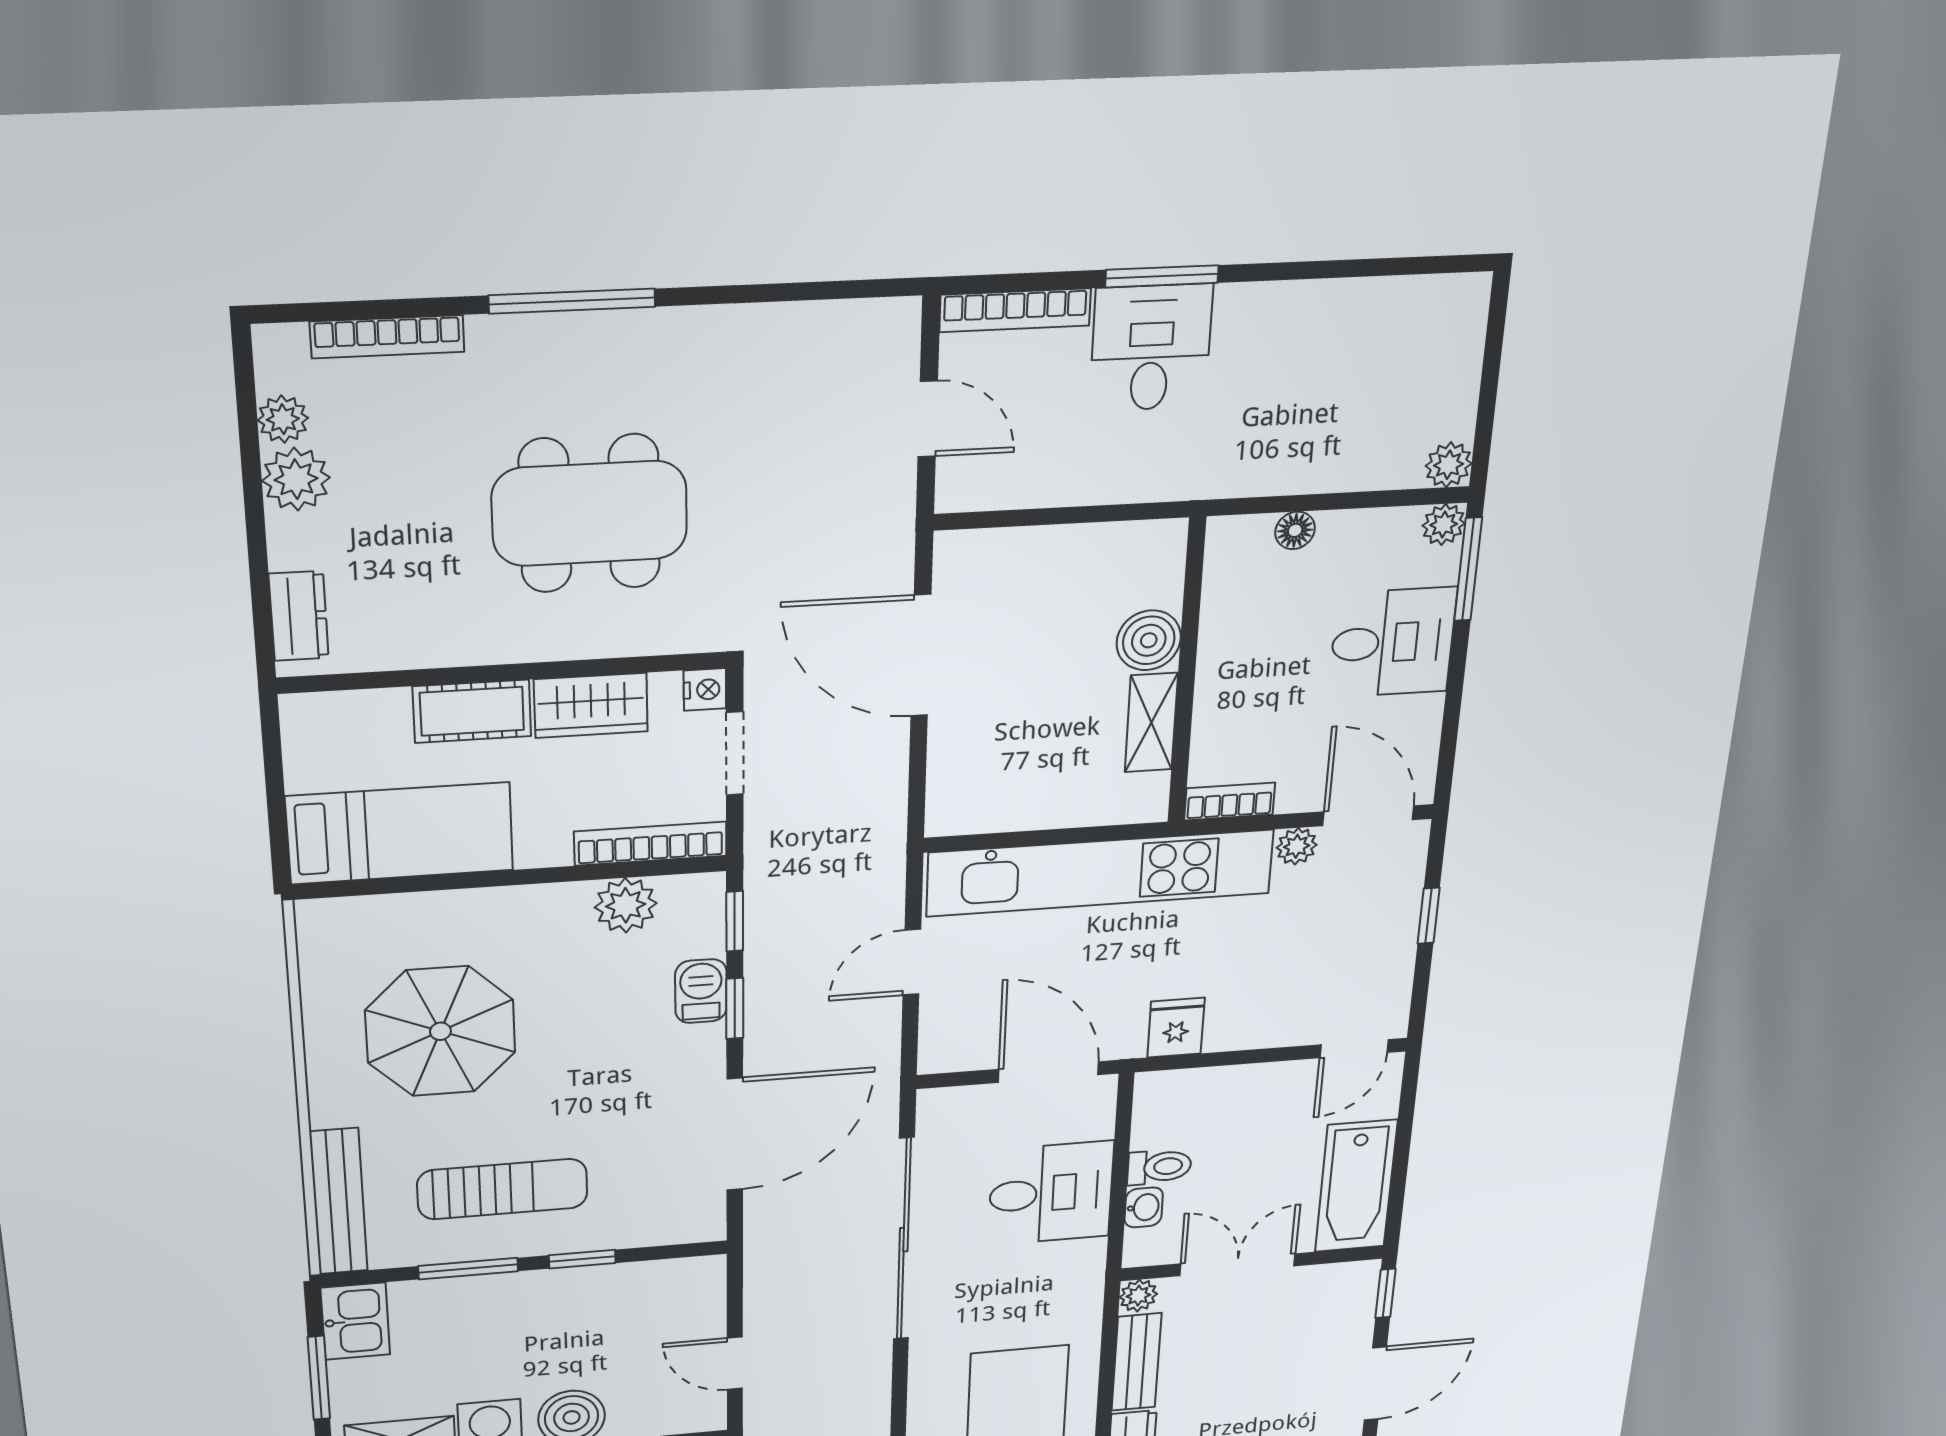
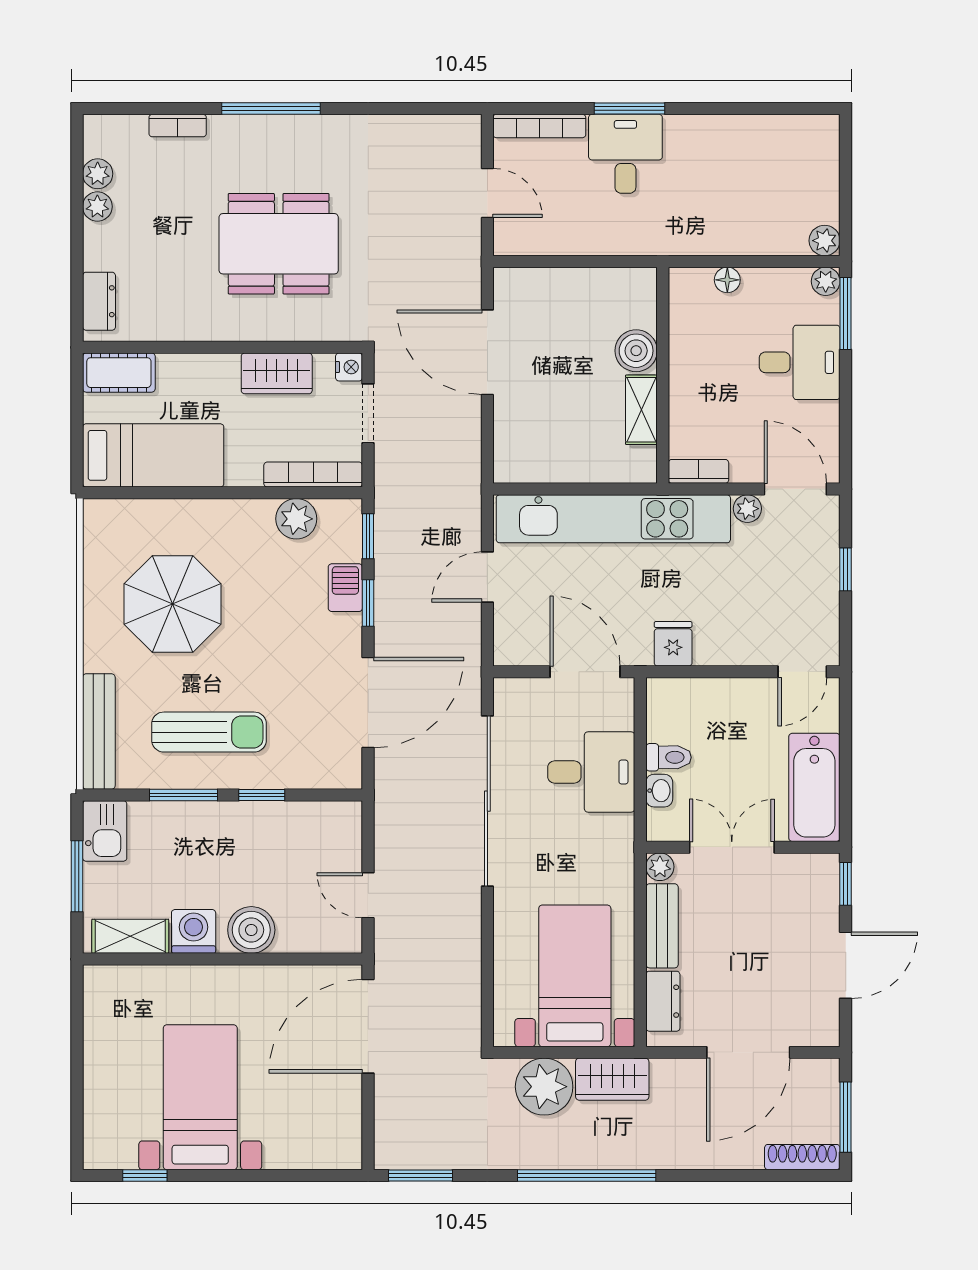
bookcase: (387, 337) -> (178, 126), width x0.64
plant: (296, 479) -> (97, 207), width x0.73, depth x0.73
cot: (472, 711) -> (119, 373), moved

